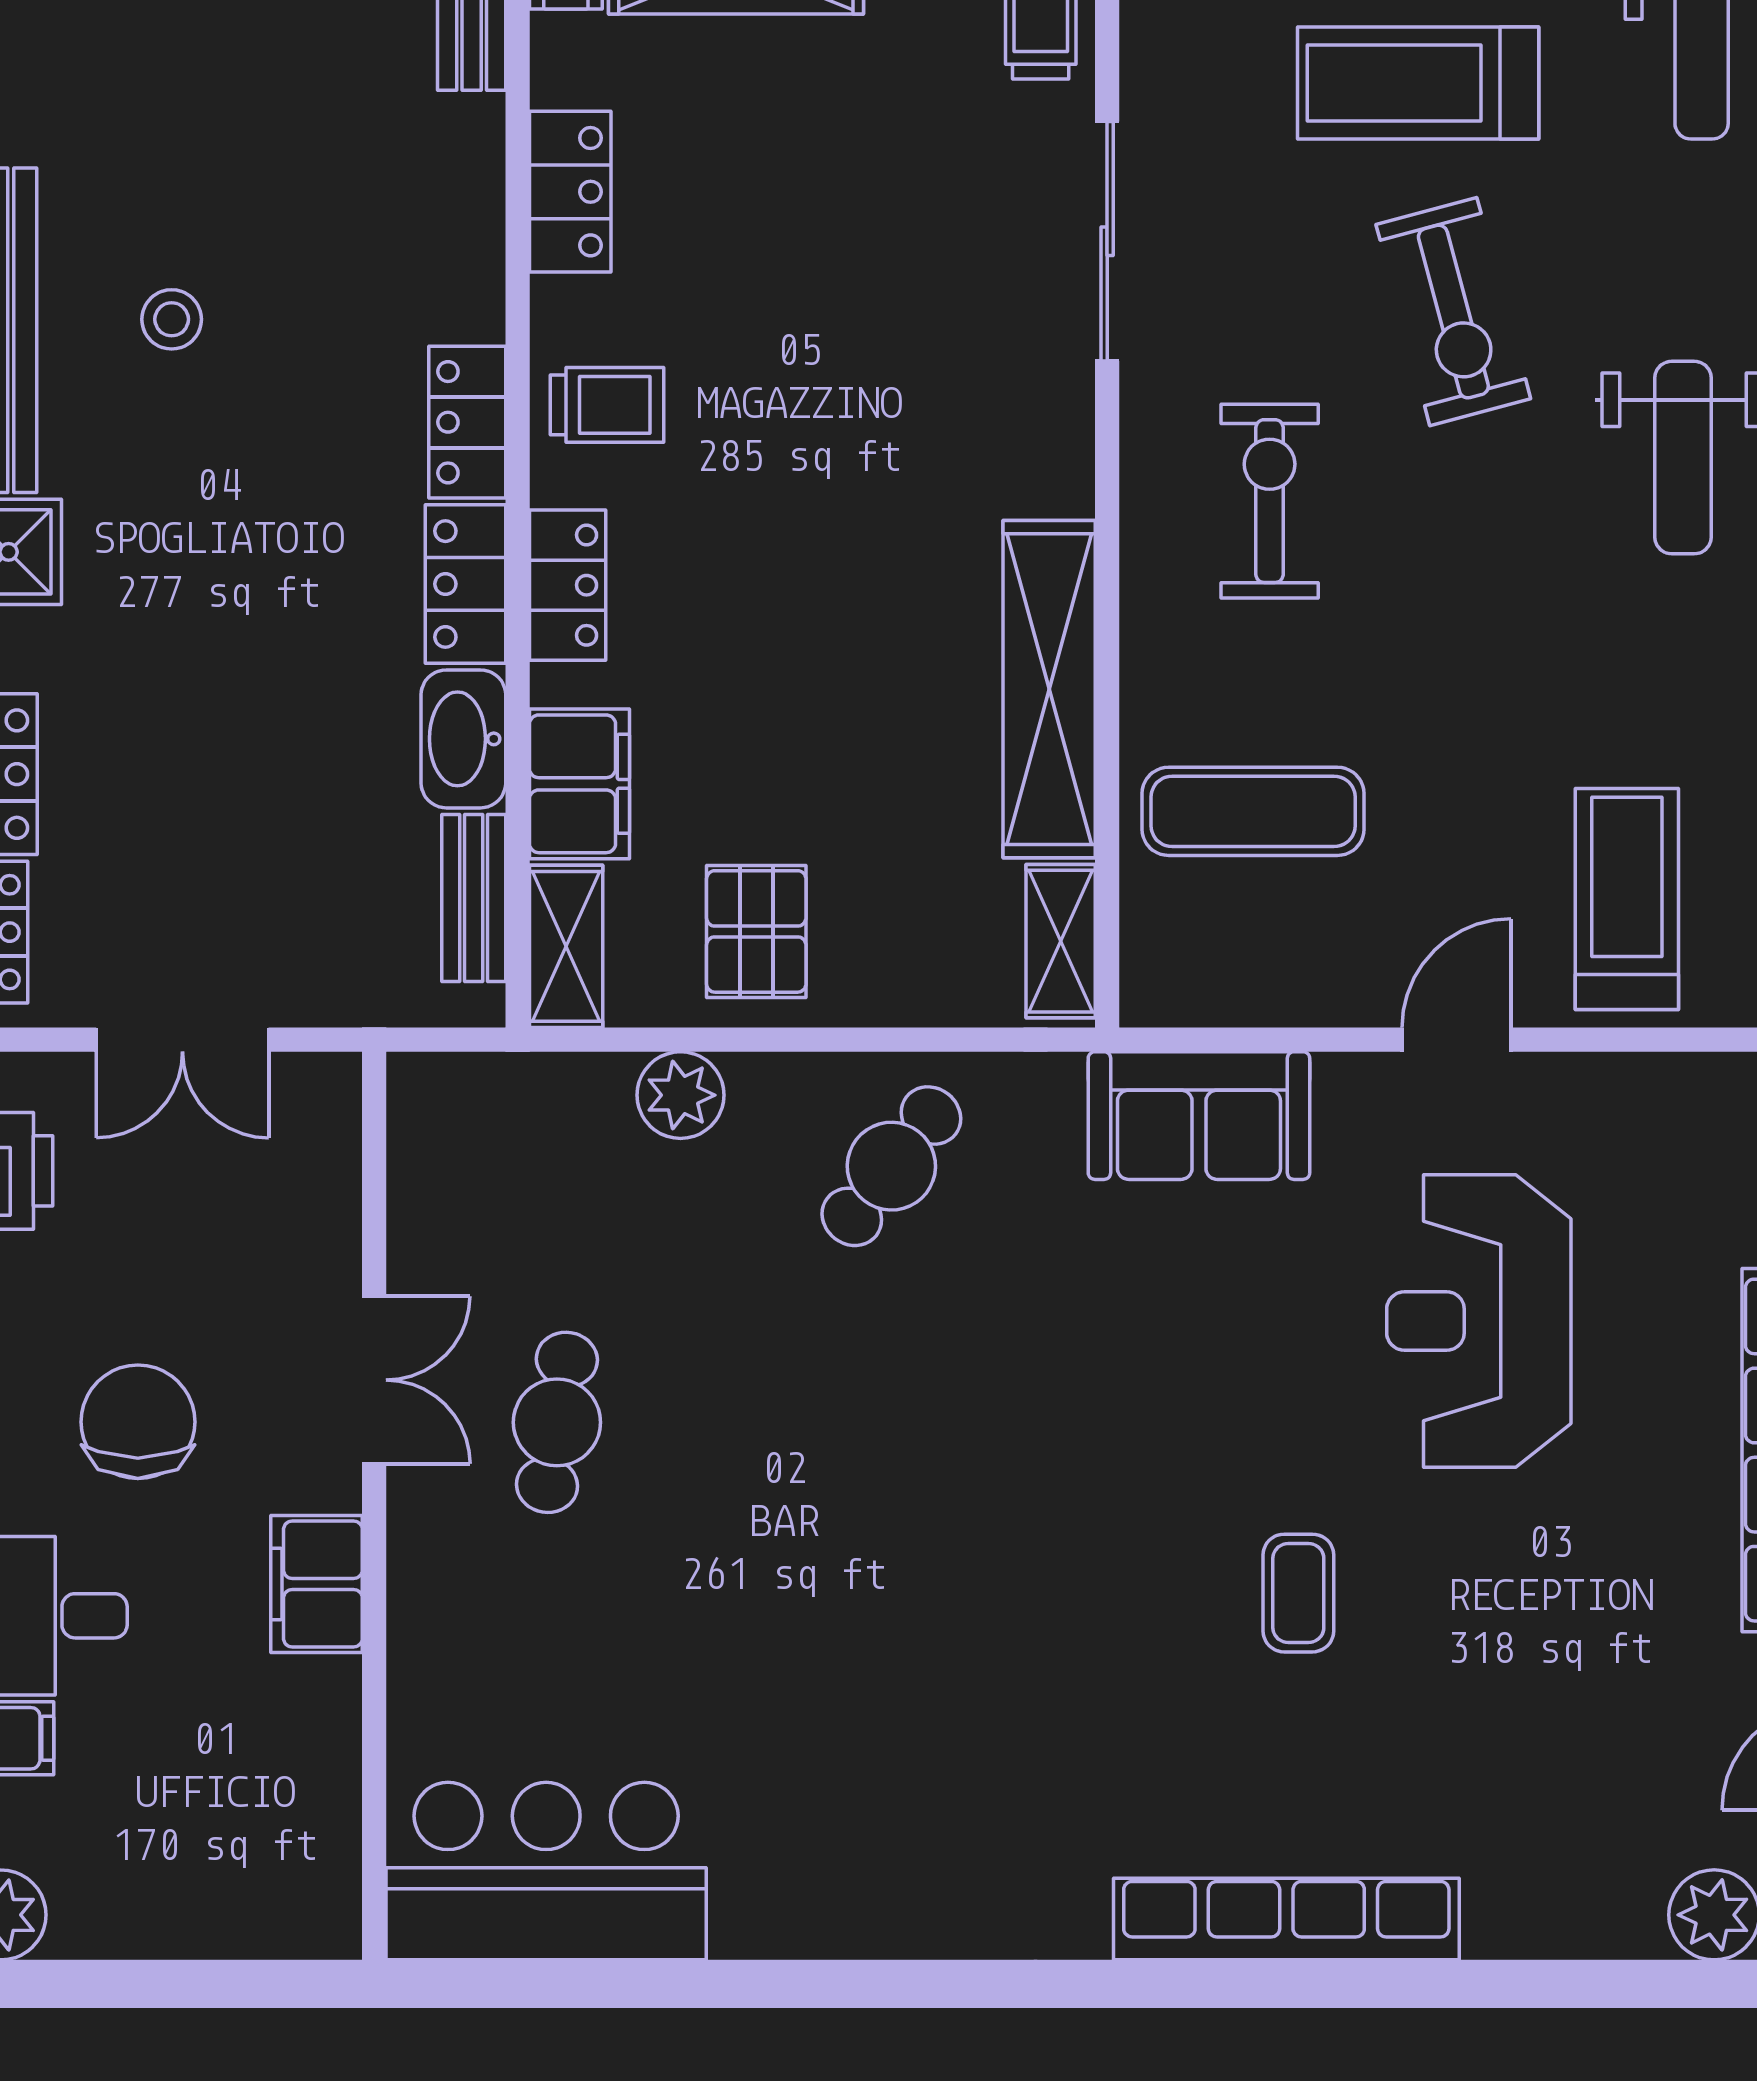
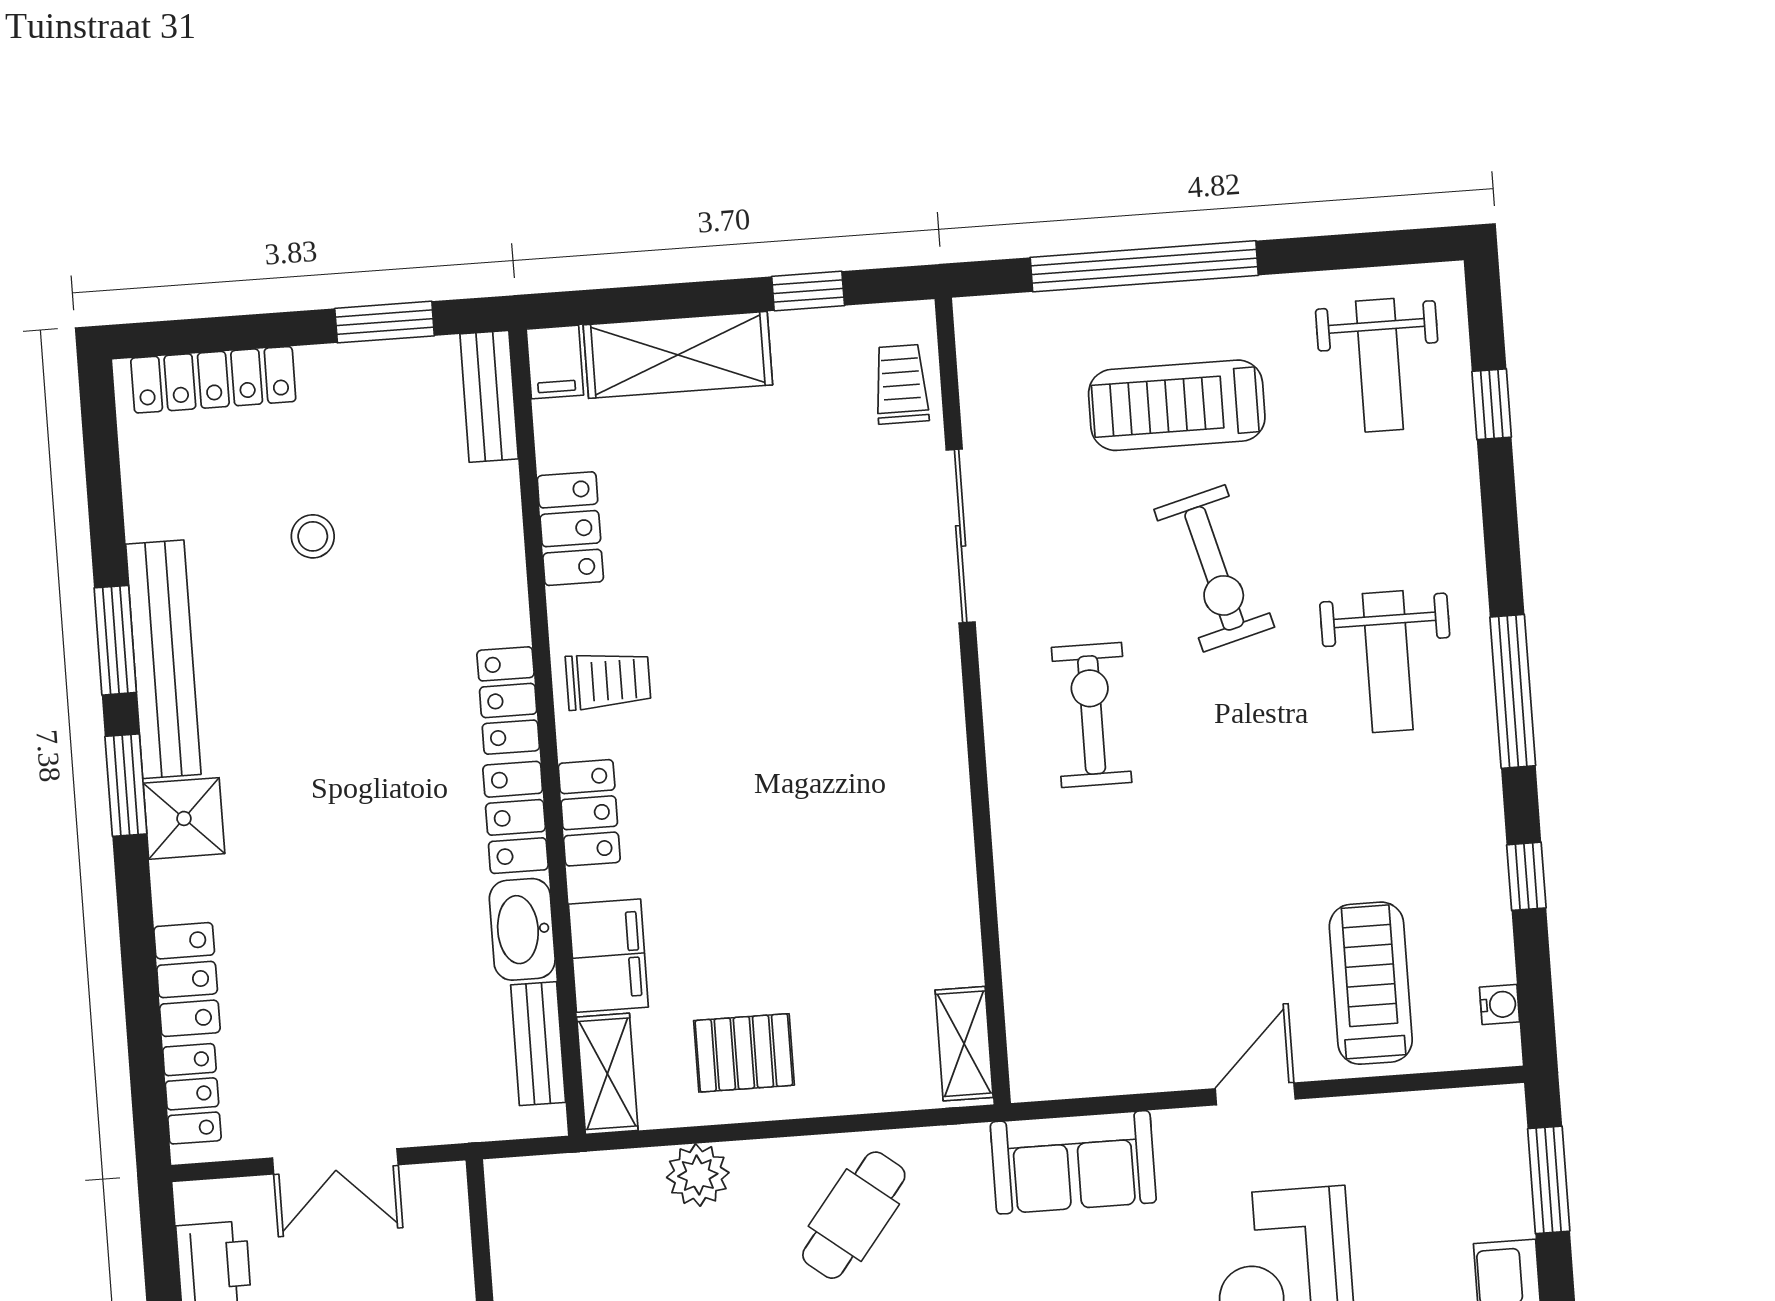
stool: (172, 319) -> (313, 536), moved
shelving: (1049, 689) -> (943, 862), removed
exercise mat: (1253, 811) -> (1096, 940), removed
pallet: (756, 931) -> (744, 1053), turned 90

